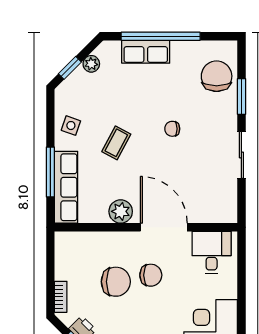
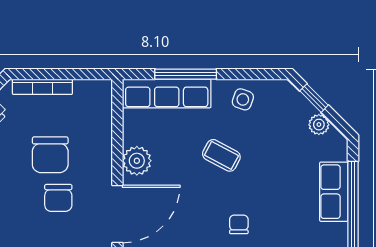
bookcase: (61, 297) -> (42, 87), width x1.56

